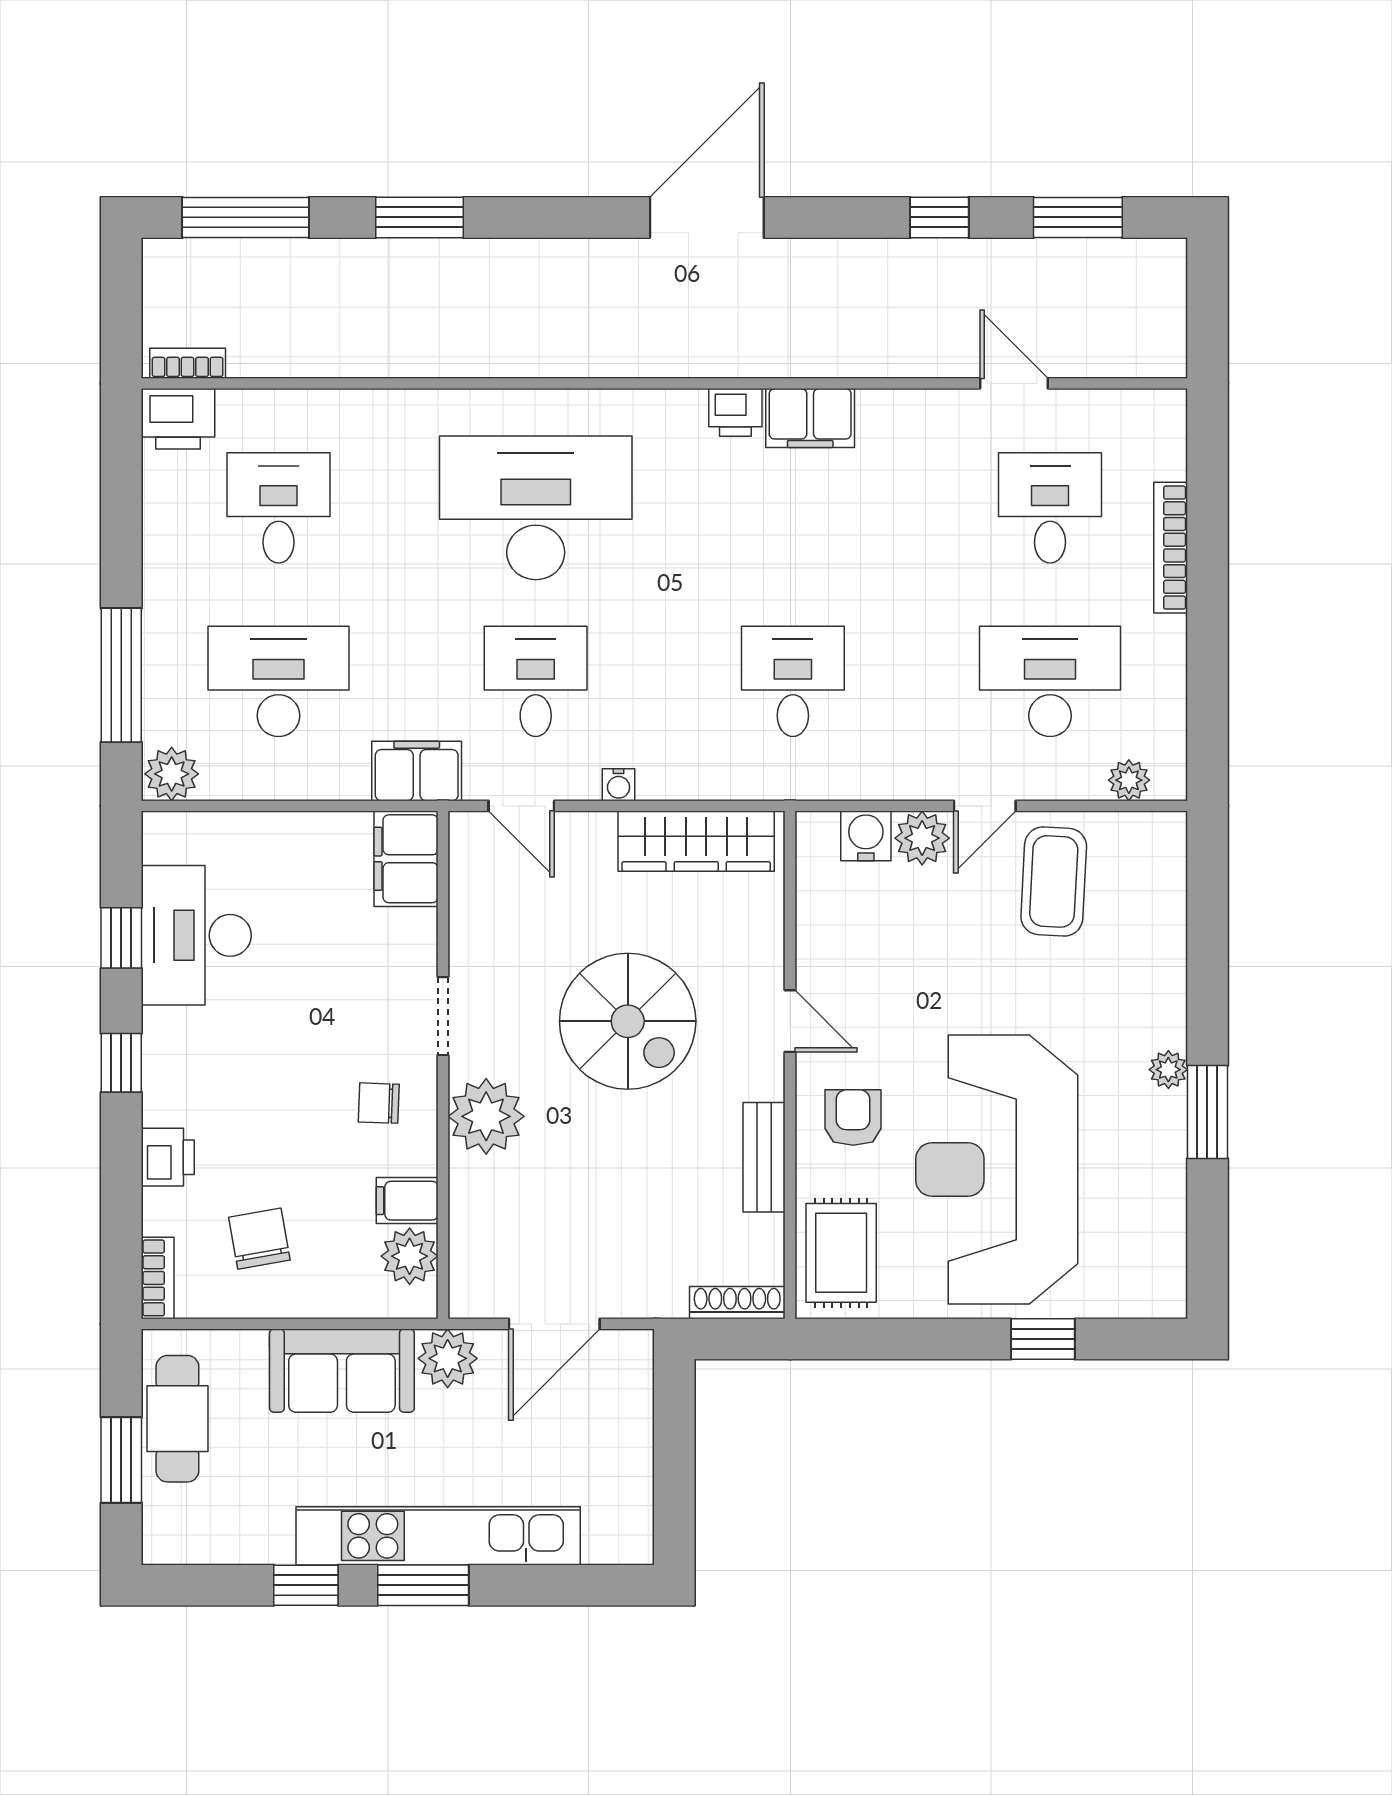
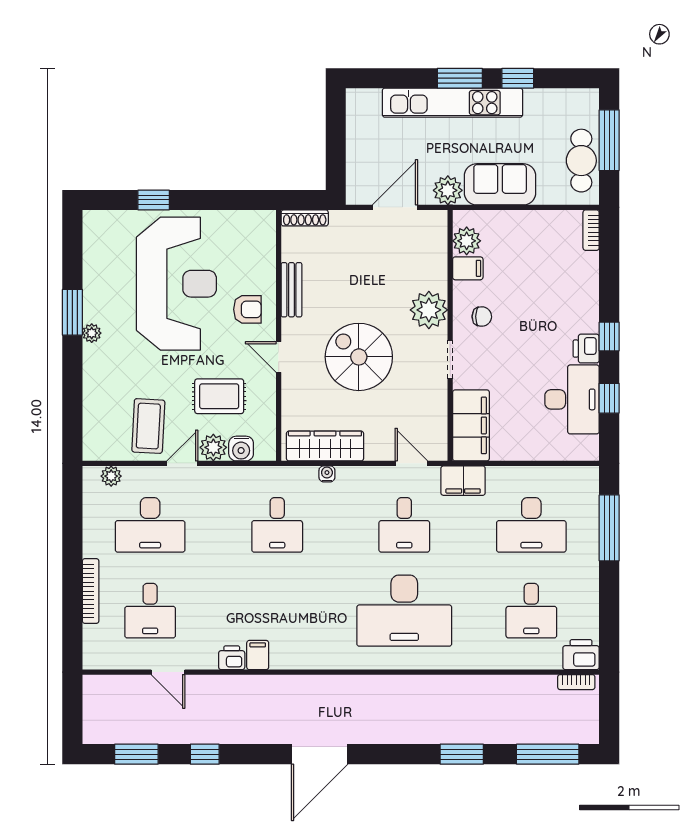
printer: (735, 412) -> (232, 658), moved
filing cabinet: (810, 418) -> (258, 655), width x0.50
plant: (172, 774) -> (584, 479), removed
water cooler: (619, 785) -> (327, 474), moved
filing cabinet: (406, 859) -> (471, 425), width x1.50, depth x1.17
armchair: (853, 1118) -> (247, 309), turned -90
printer: (168, 1157) -> (586, 349), moved
chair: (259, 1239) -> (541, 250), removed
rug: (841, 1253) -> (219, 396), moved, turned 90
window: (121, 1460) -> (609, 140), width x1.44

